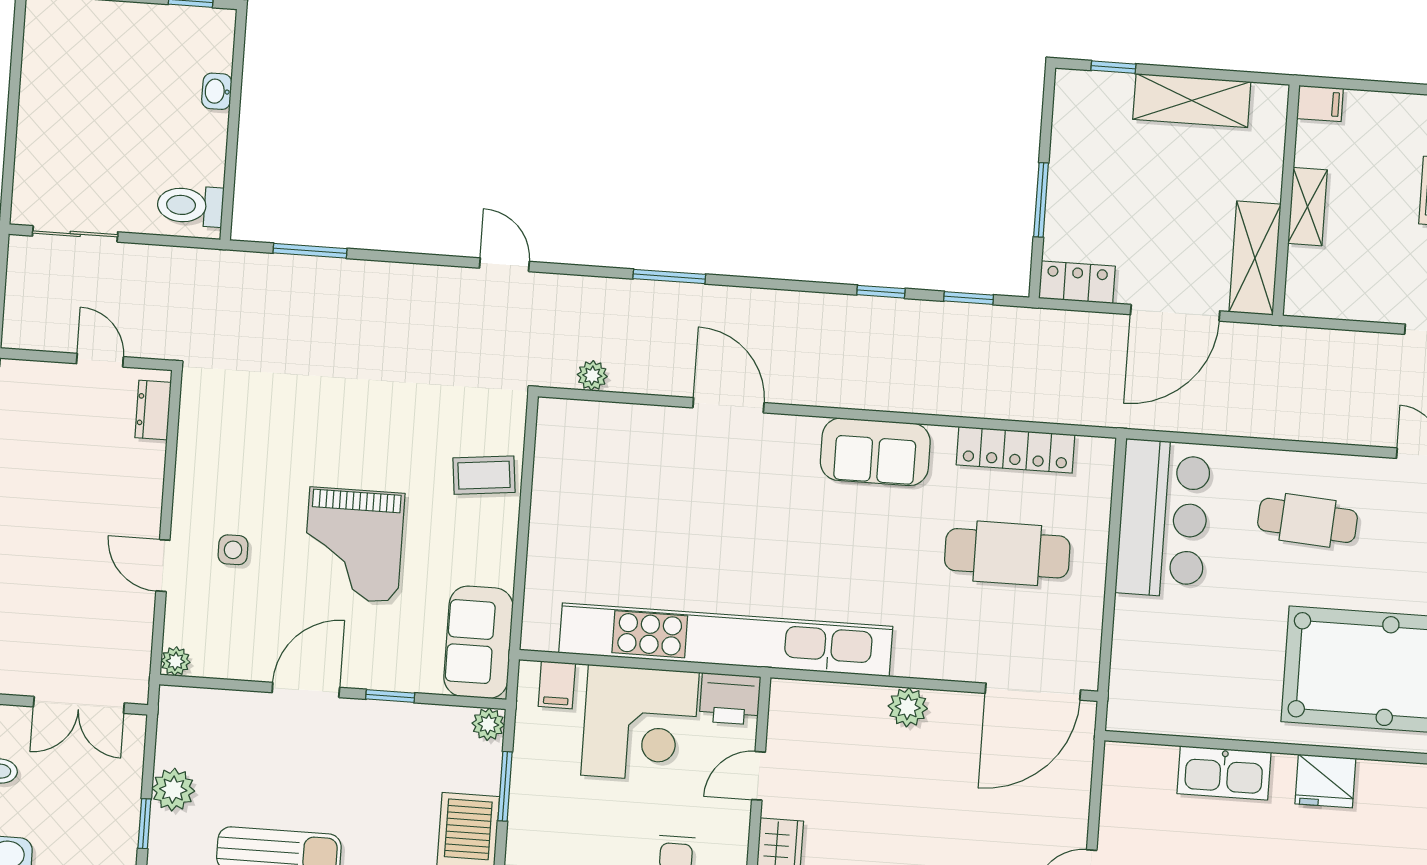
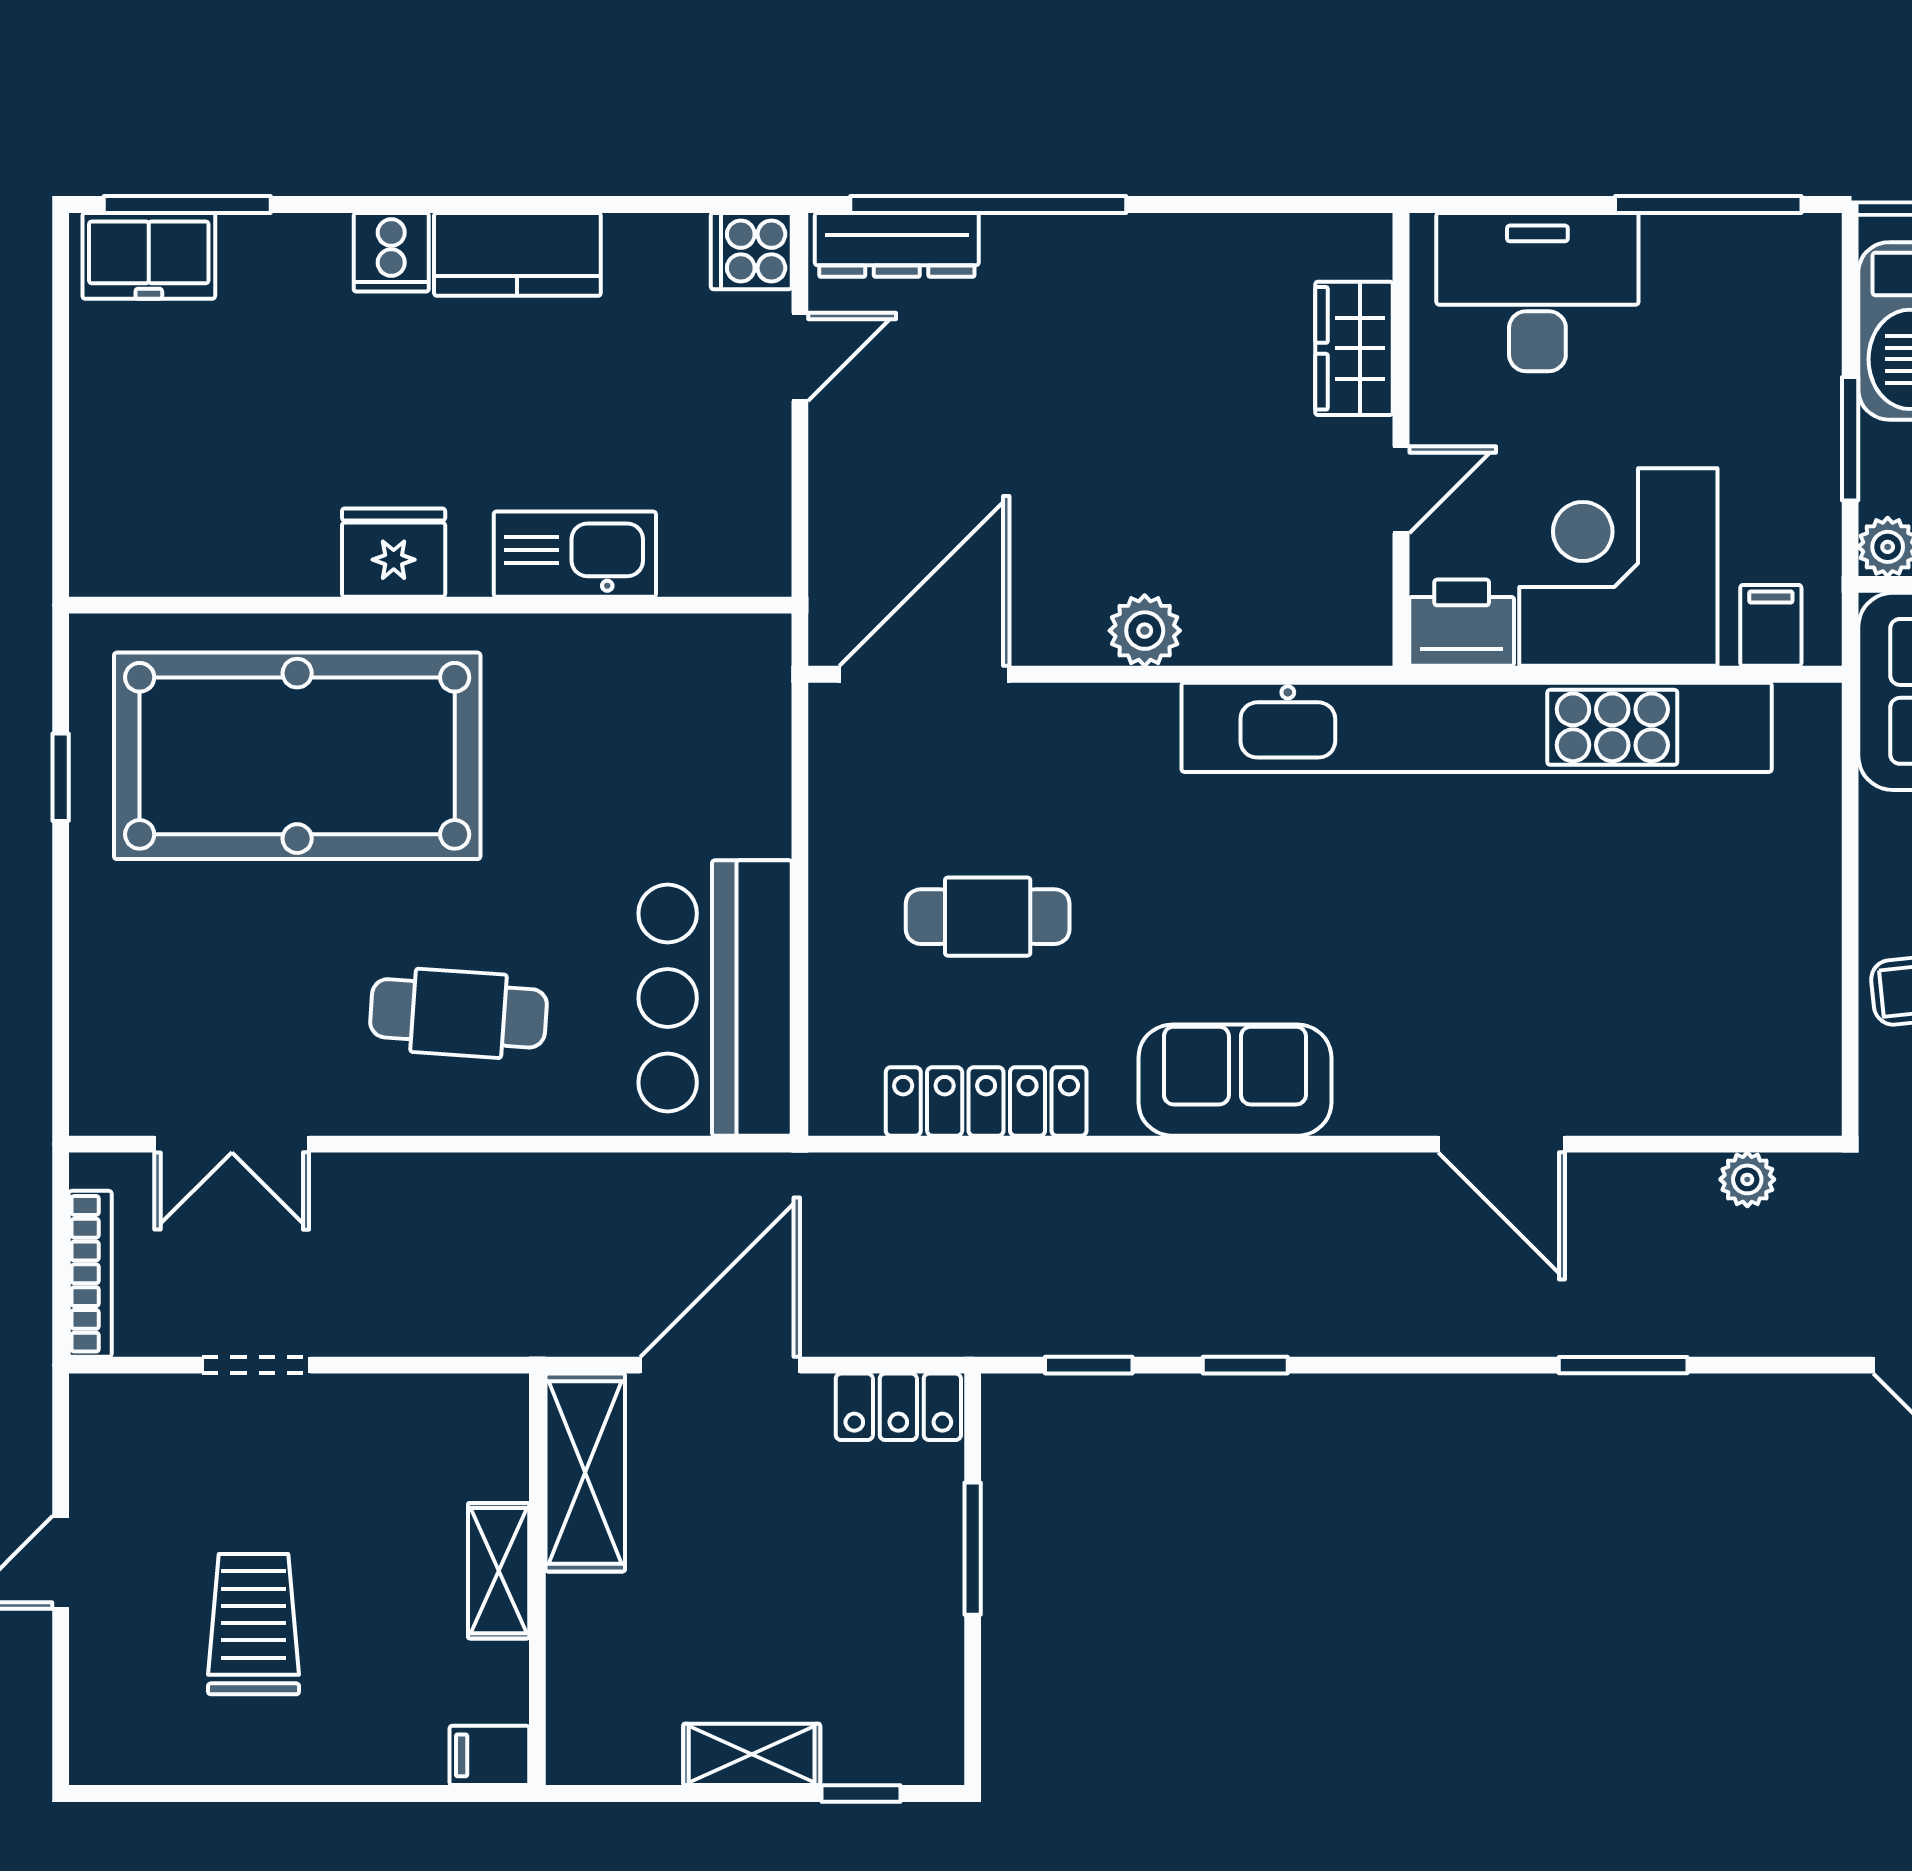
shelving: (1192, 101) -> (752, 1754), width x0.67, depth x0.75
cafe table: (1007, 553) -> (988, 917), width x0.73, depth x0.74

